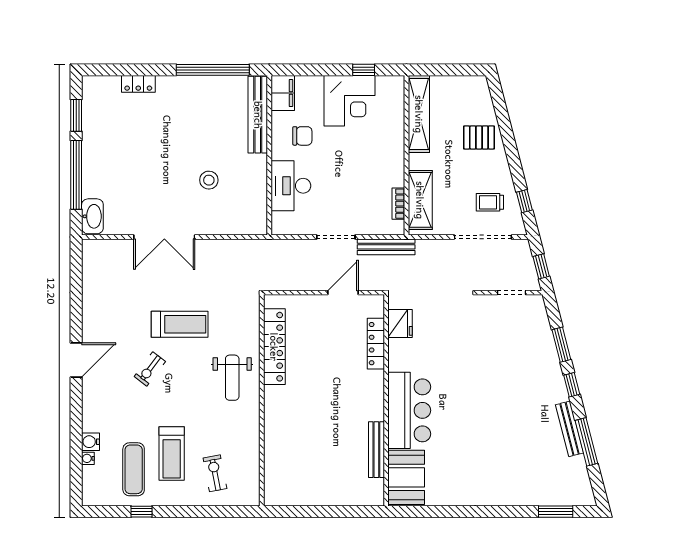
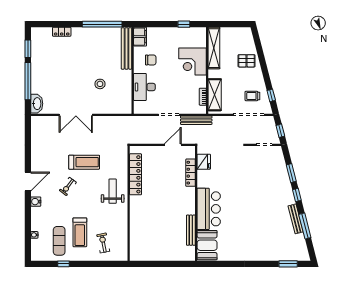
corner desk: (350, 101) -> (192, 62), moved, turned 90
weight bench: (232, 378) -> (113, 191), turned 180
water cooler: (91, 442) -> (36, 202), moved

